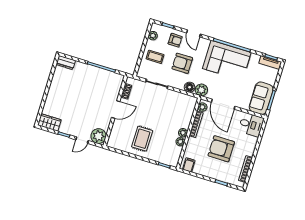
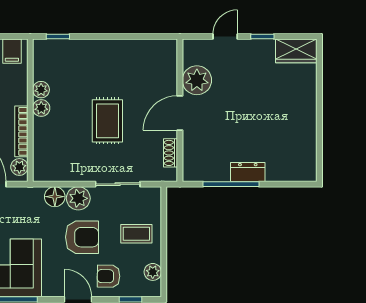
dresser: (66, 63) -> (248, 172), moved
plant: (201, 90) -> (78, 198), moved
plant: (98, 136) -> (197, 80), moved
rug: (142, 139) -> (107, 121), moved

